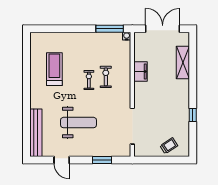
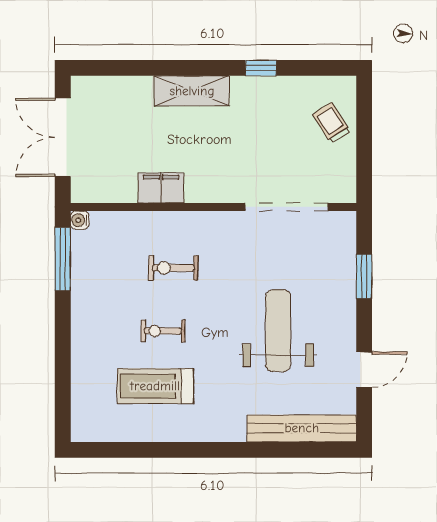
shelving: (183, 62) -> (192, 91), moved
exercise bike: (89, 80) -> (163, 331), moved

